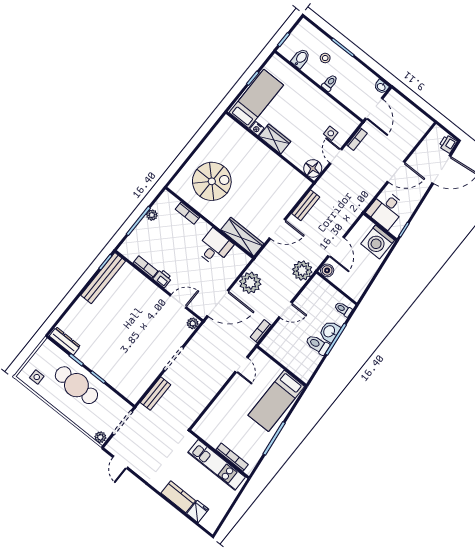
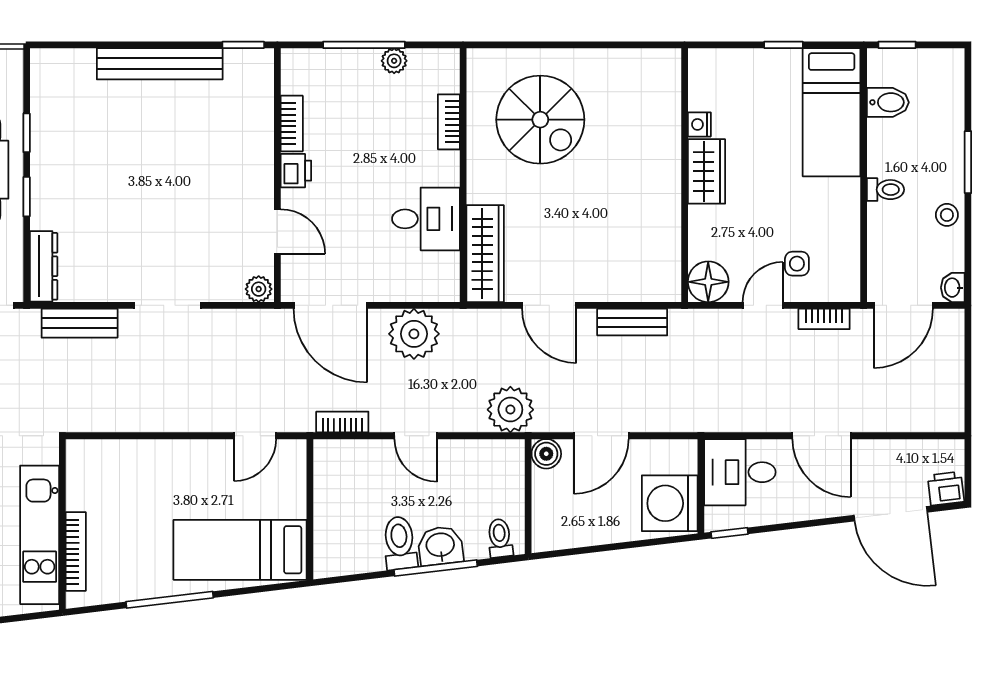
stool: (325, 58) -> (947, 215), moved
bed: (256, 99) -> (832, 112), moved, turned 90
bench: (103, 278) -> (160, 64), moved
dresser: (65, 341) -> (44, 266), moved

